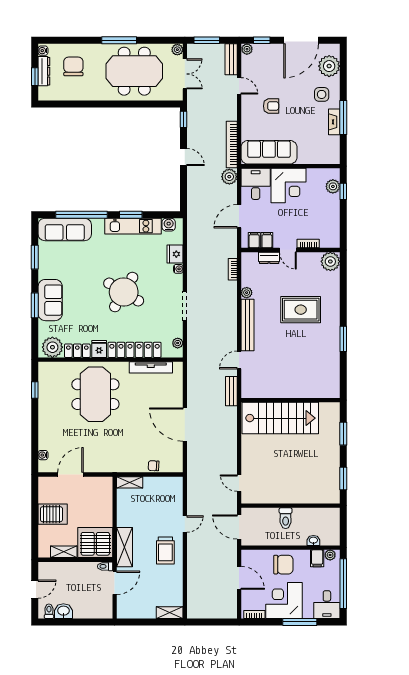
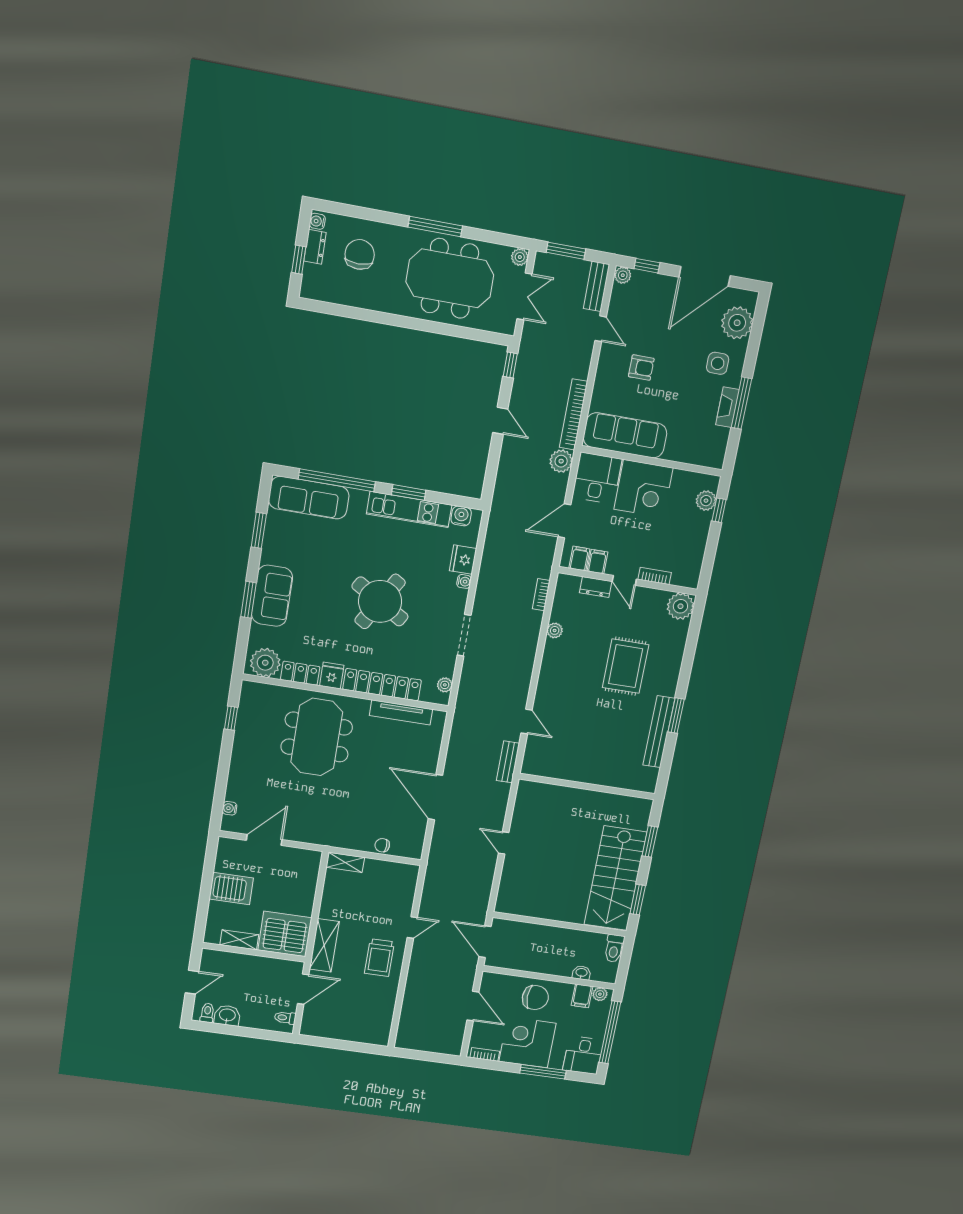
dresser: (44, 71) -> (315, 247), width x0.70
rug: (301, 310) -> (626, 666), turned 90
bench: (248, 325) -> (659, 732), moved
door: (239, 360) -> (527, 722), swing flipped
stairs: (280, 418) -> (615, 878), moved, turned 90
door: (239, 483) -> (504, 843), moved
toilet: (286, 518) -> (614, 948), moved
toilet: (105, 566) -> (285, 1018), moved
shelving: (170, 613) -> (372, 1037), removed

